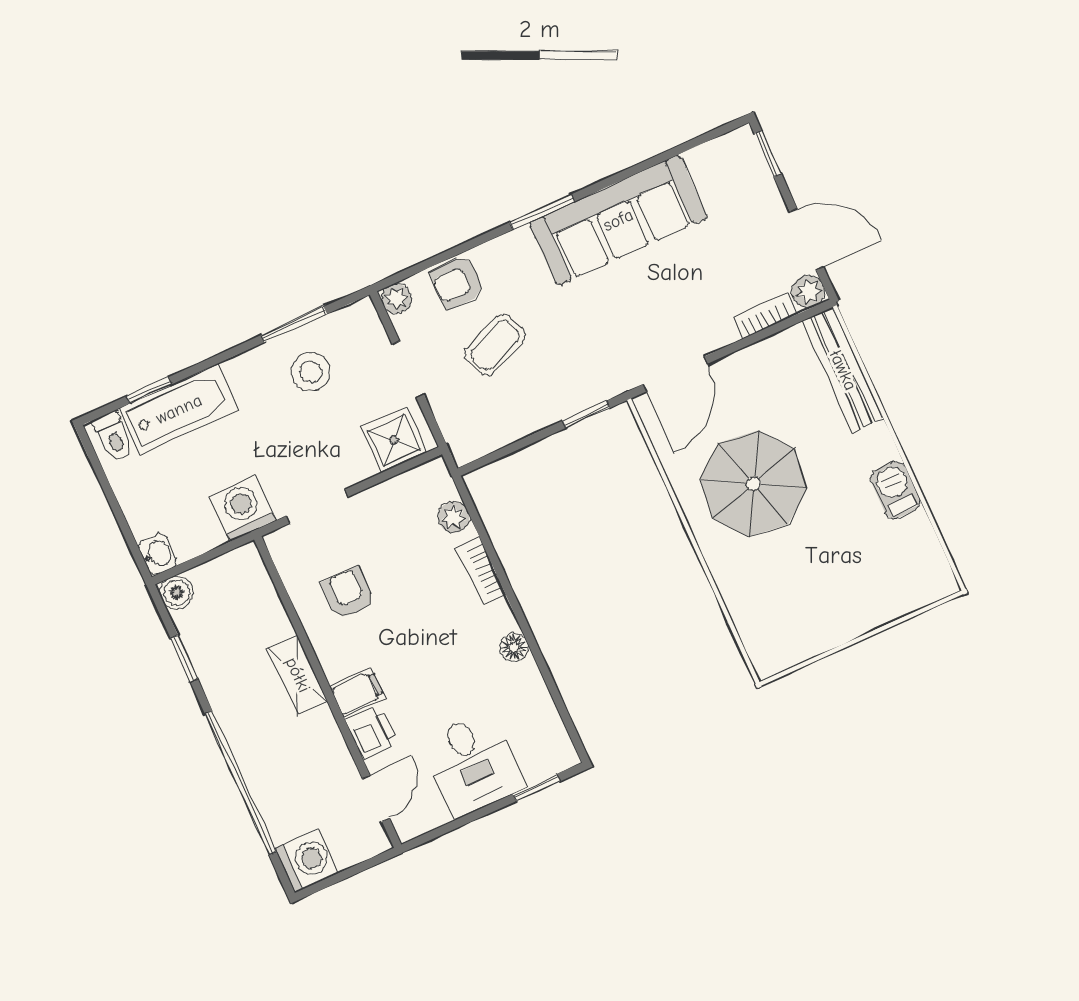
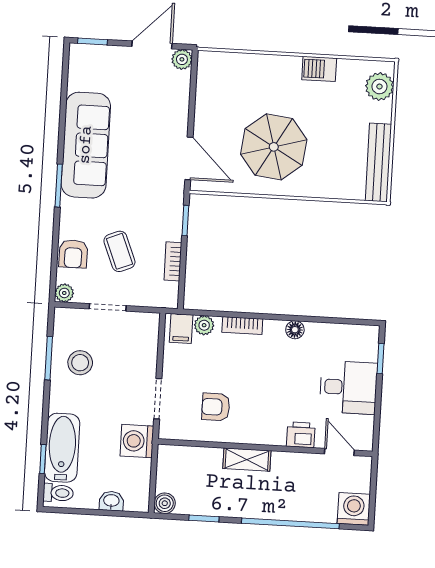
bookcase: (765, 316) -> (173, 261), moved
bench: (843, 370) -> (378, 162), moved, turned 90
shower: (394, 440) -> (143, 336), removed
washbasin: (158, 554) -> (111, 501), moved
plant: (915, 587) -> (379, 87), added
filing cabinet: (357, 693) -> (181, 329), moved, turned 180

